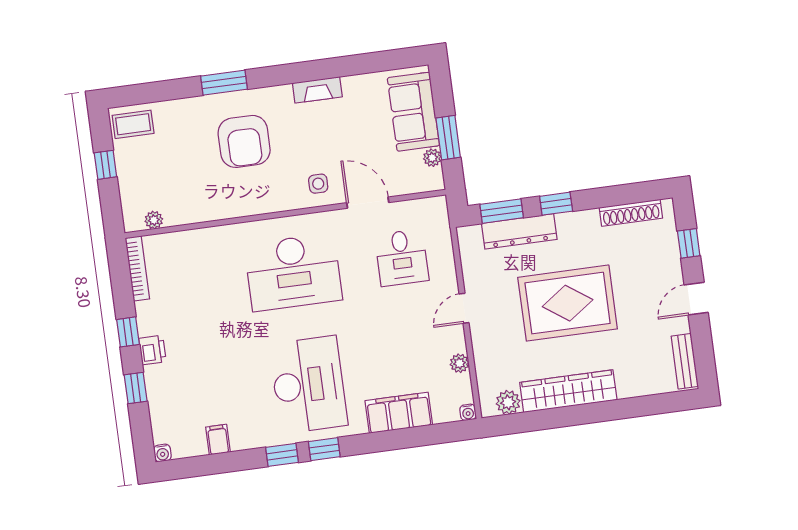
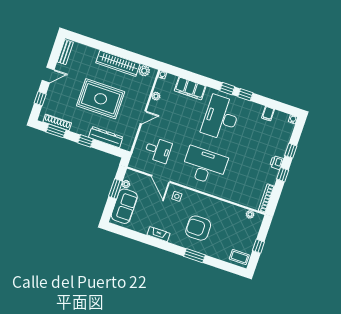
armchair: (244, 141) -> (198, 228), turned -90
window: (502, 211) -> (56, 131), moved
desk: (402, 258) -> (158, 150), turned 90

